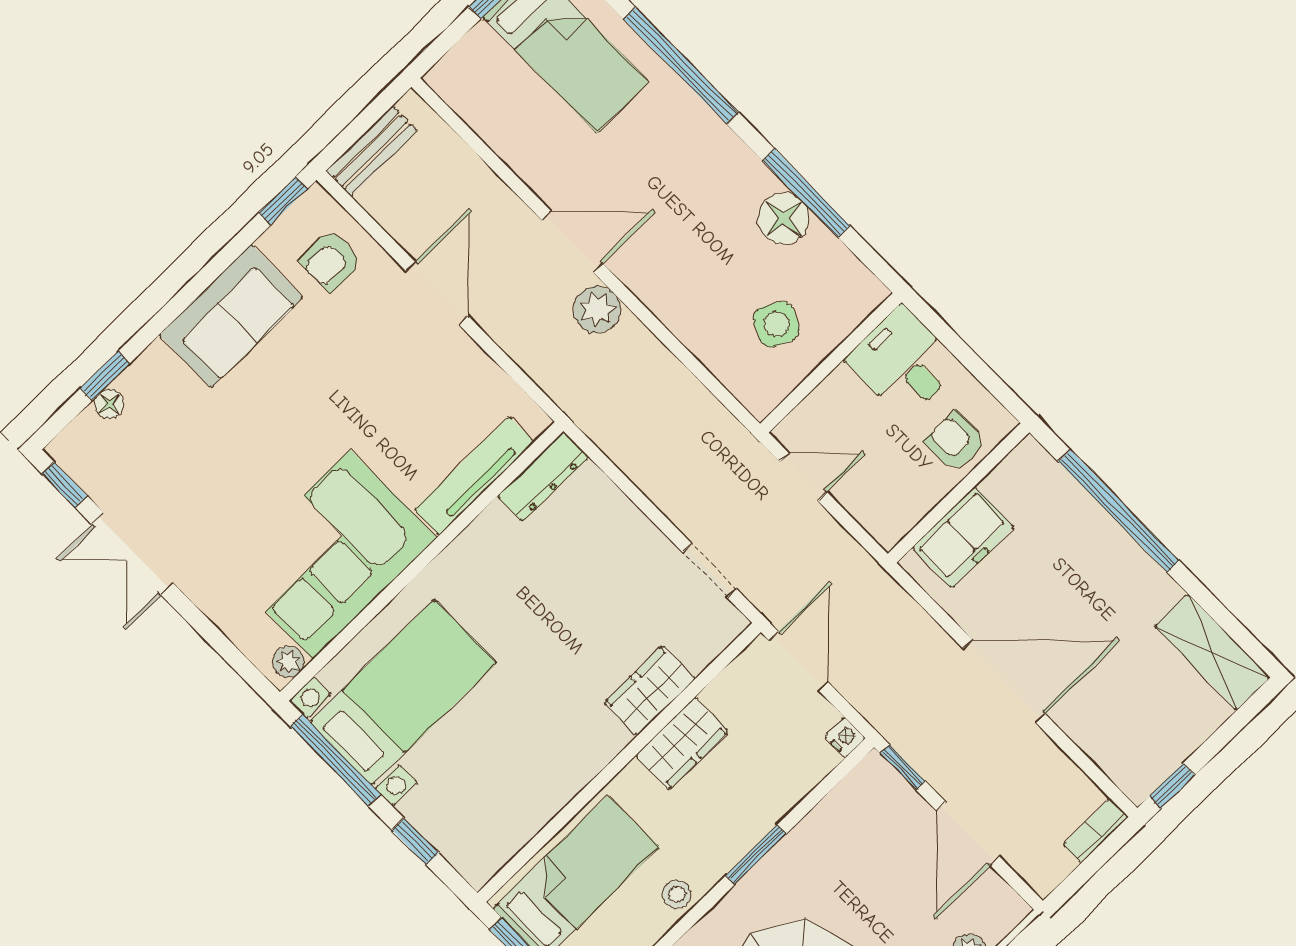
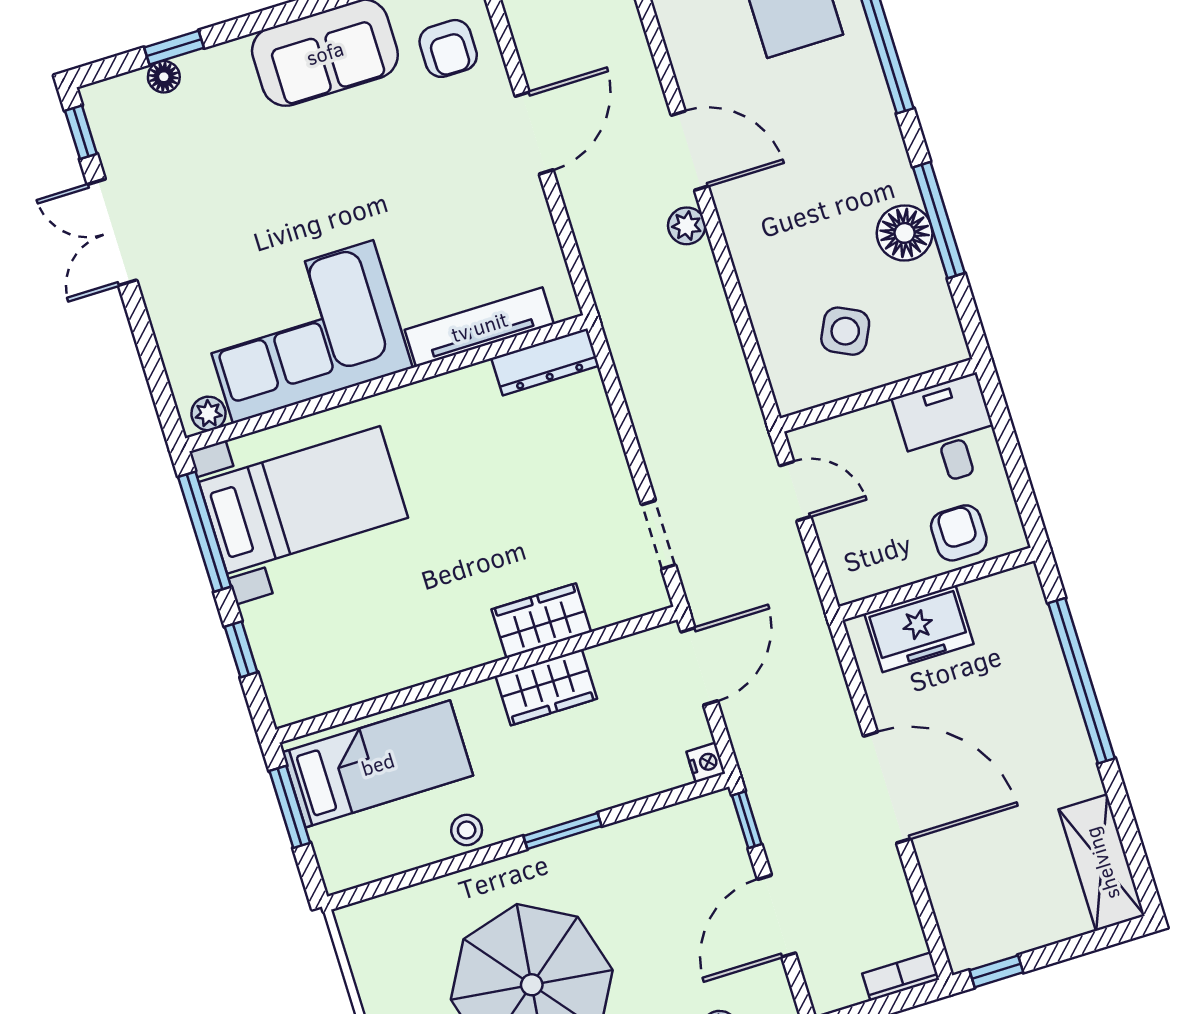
armchair: (331, 260) -> (448, 48), turned -90
plant: (597, 309) -> (687, 226), width x0.73, depth x0.73

